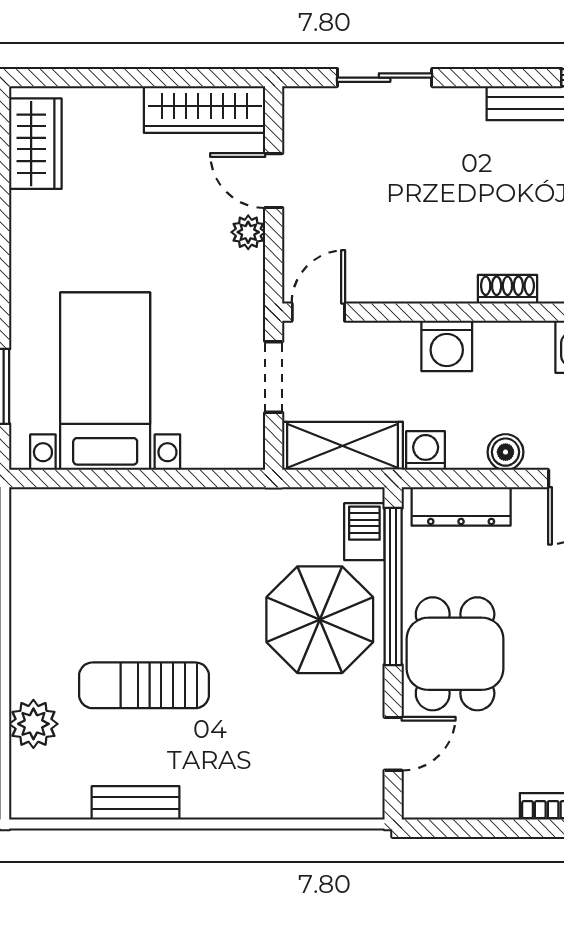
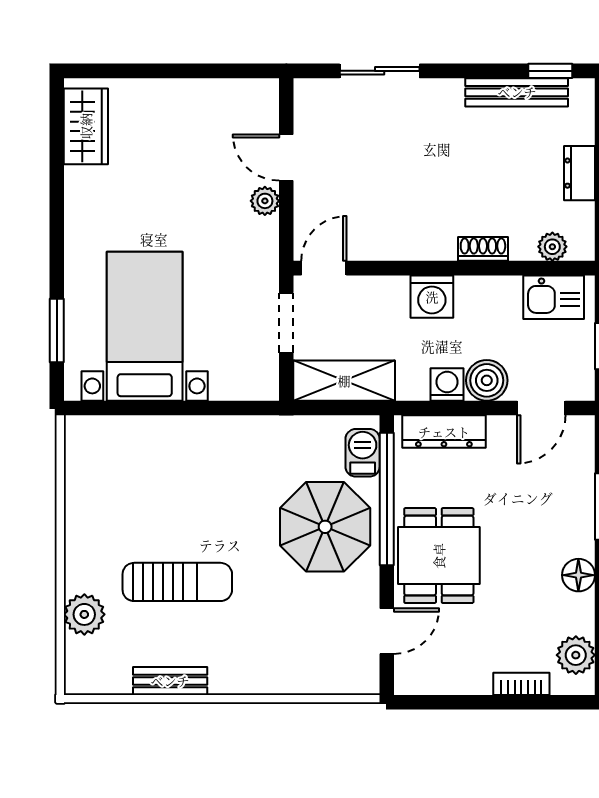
wardrobe: (205, 110) -> (228, 98), removed
washing machine: (426, 451) -> (447, 385), moved
boiler: (505, 452) -> (487, 380), width x1.36, depth x1.36
sun lounger: (144, 685) -> (177, 582), turned 180

